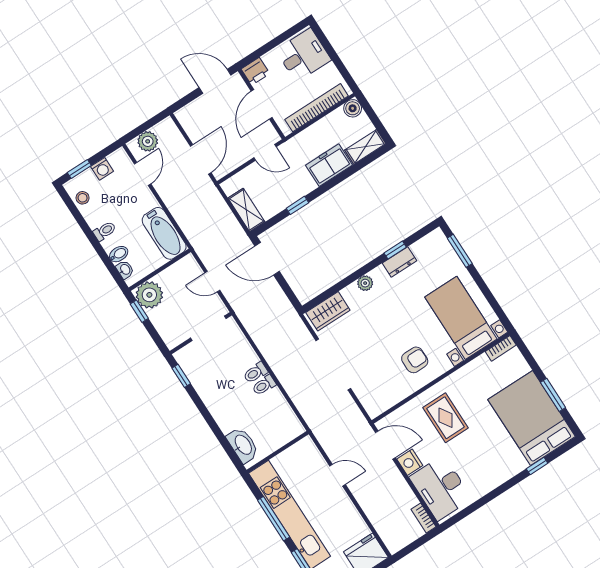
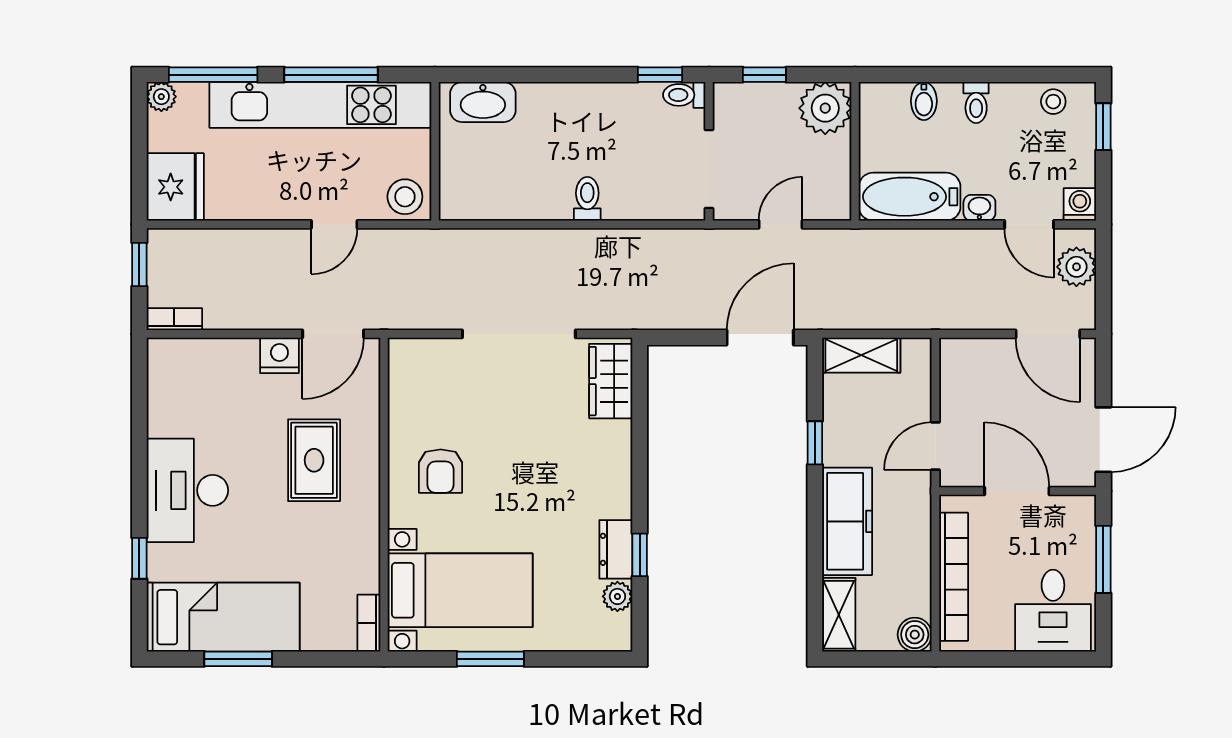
window: (267, 48) -> (1103, 559), added
printer: (255, 71) -> (1077, 516), removed
door: (201, 159) -> (1048, 334), moved
freezer: (329, 165) -> (847, 521), width x1.40
washing machine: (102, 169) -> (1080, 204), moved, turned 90
window: (460, 251) -> (490, 659), moved
washbasin: (125, 270) -> (979, 208), moved, turned 180
plant: (365, 283) -> (617, 596), moved
window: (139, 311) -> (764, 75), moved
toilet: (264, 385) -> (684, 95), moved, turned -90
rug: (446, 418) -> (314, 460), turned 90
bed: (532, 418) -> (223, 617), width x0.67
stool: (306, 452) -> (405, 197), added
desk: (440, 488) -> (187, 490), moved, turned -90
window: (410, 548) -> (139, 265), added

